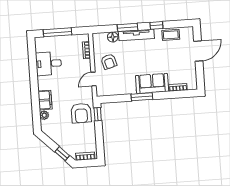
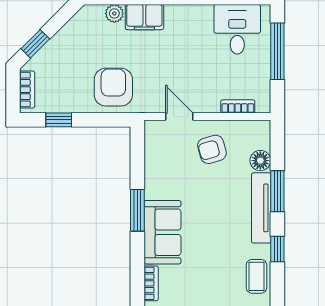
desk: (49, 64) -> (237, 29), moved
armchair: (81, 113) -> (113, 87), turned 90
window: (98, 114) -> (59, 120), moved

